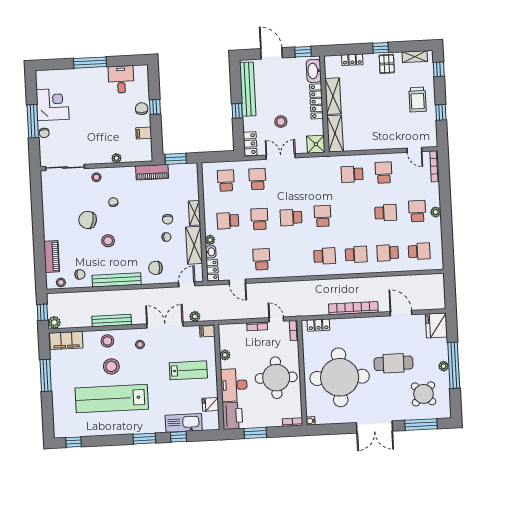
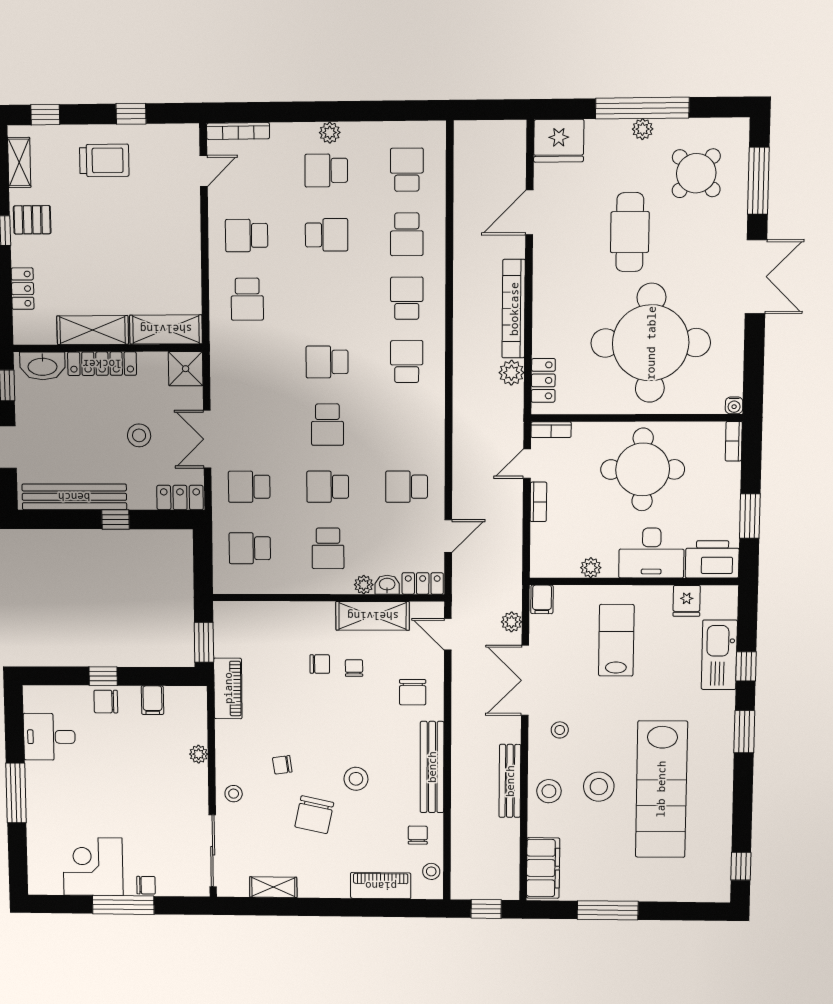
shelving: (195, 213) -> (273, 887), moved
school desk: (386, 213) -> (327, 235), turned 90
plant: (54, 322) -> (512, 373), moved

